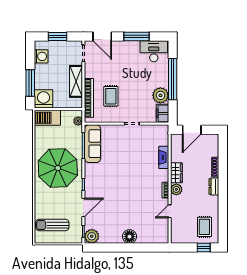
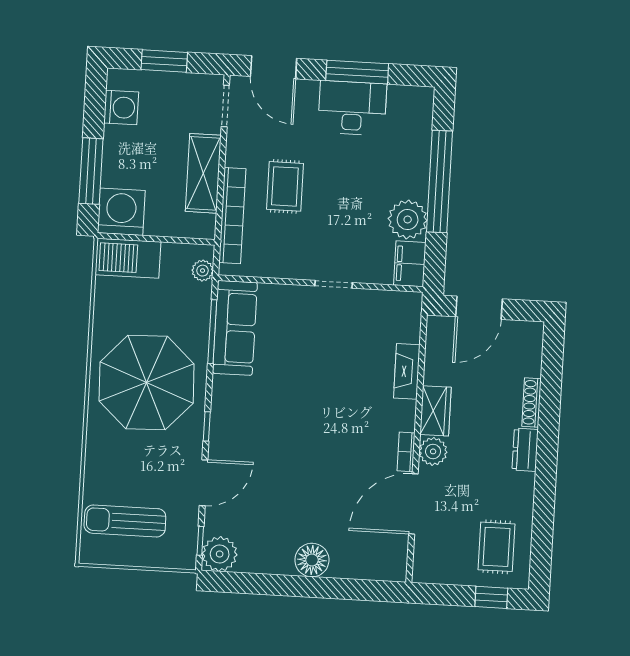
desk: (154, 51) -> (352, 108), moved
rug: (111, 96) -> (285, 186), moved
door: (170, 211) -> (413, 504), width x1.88

